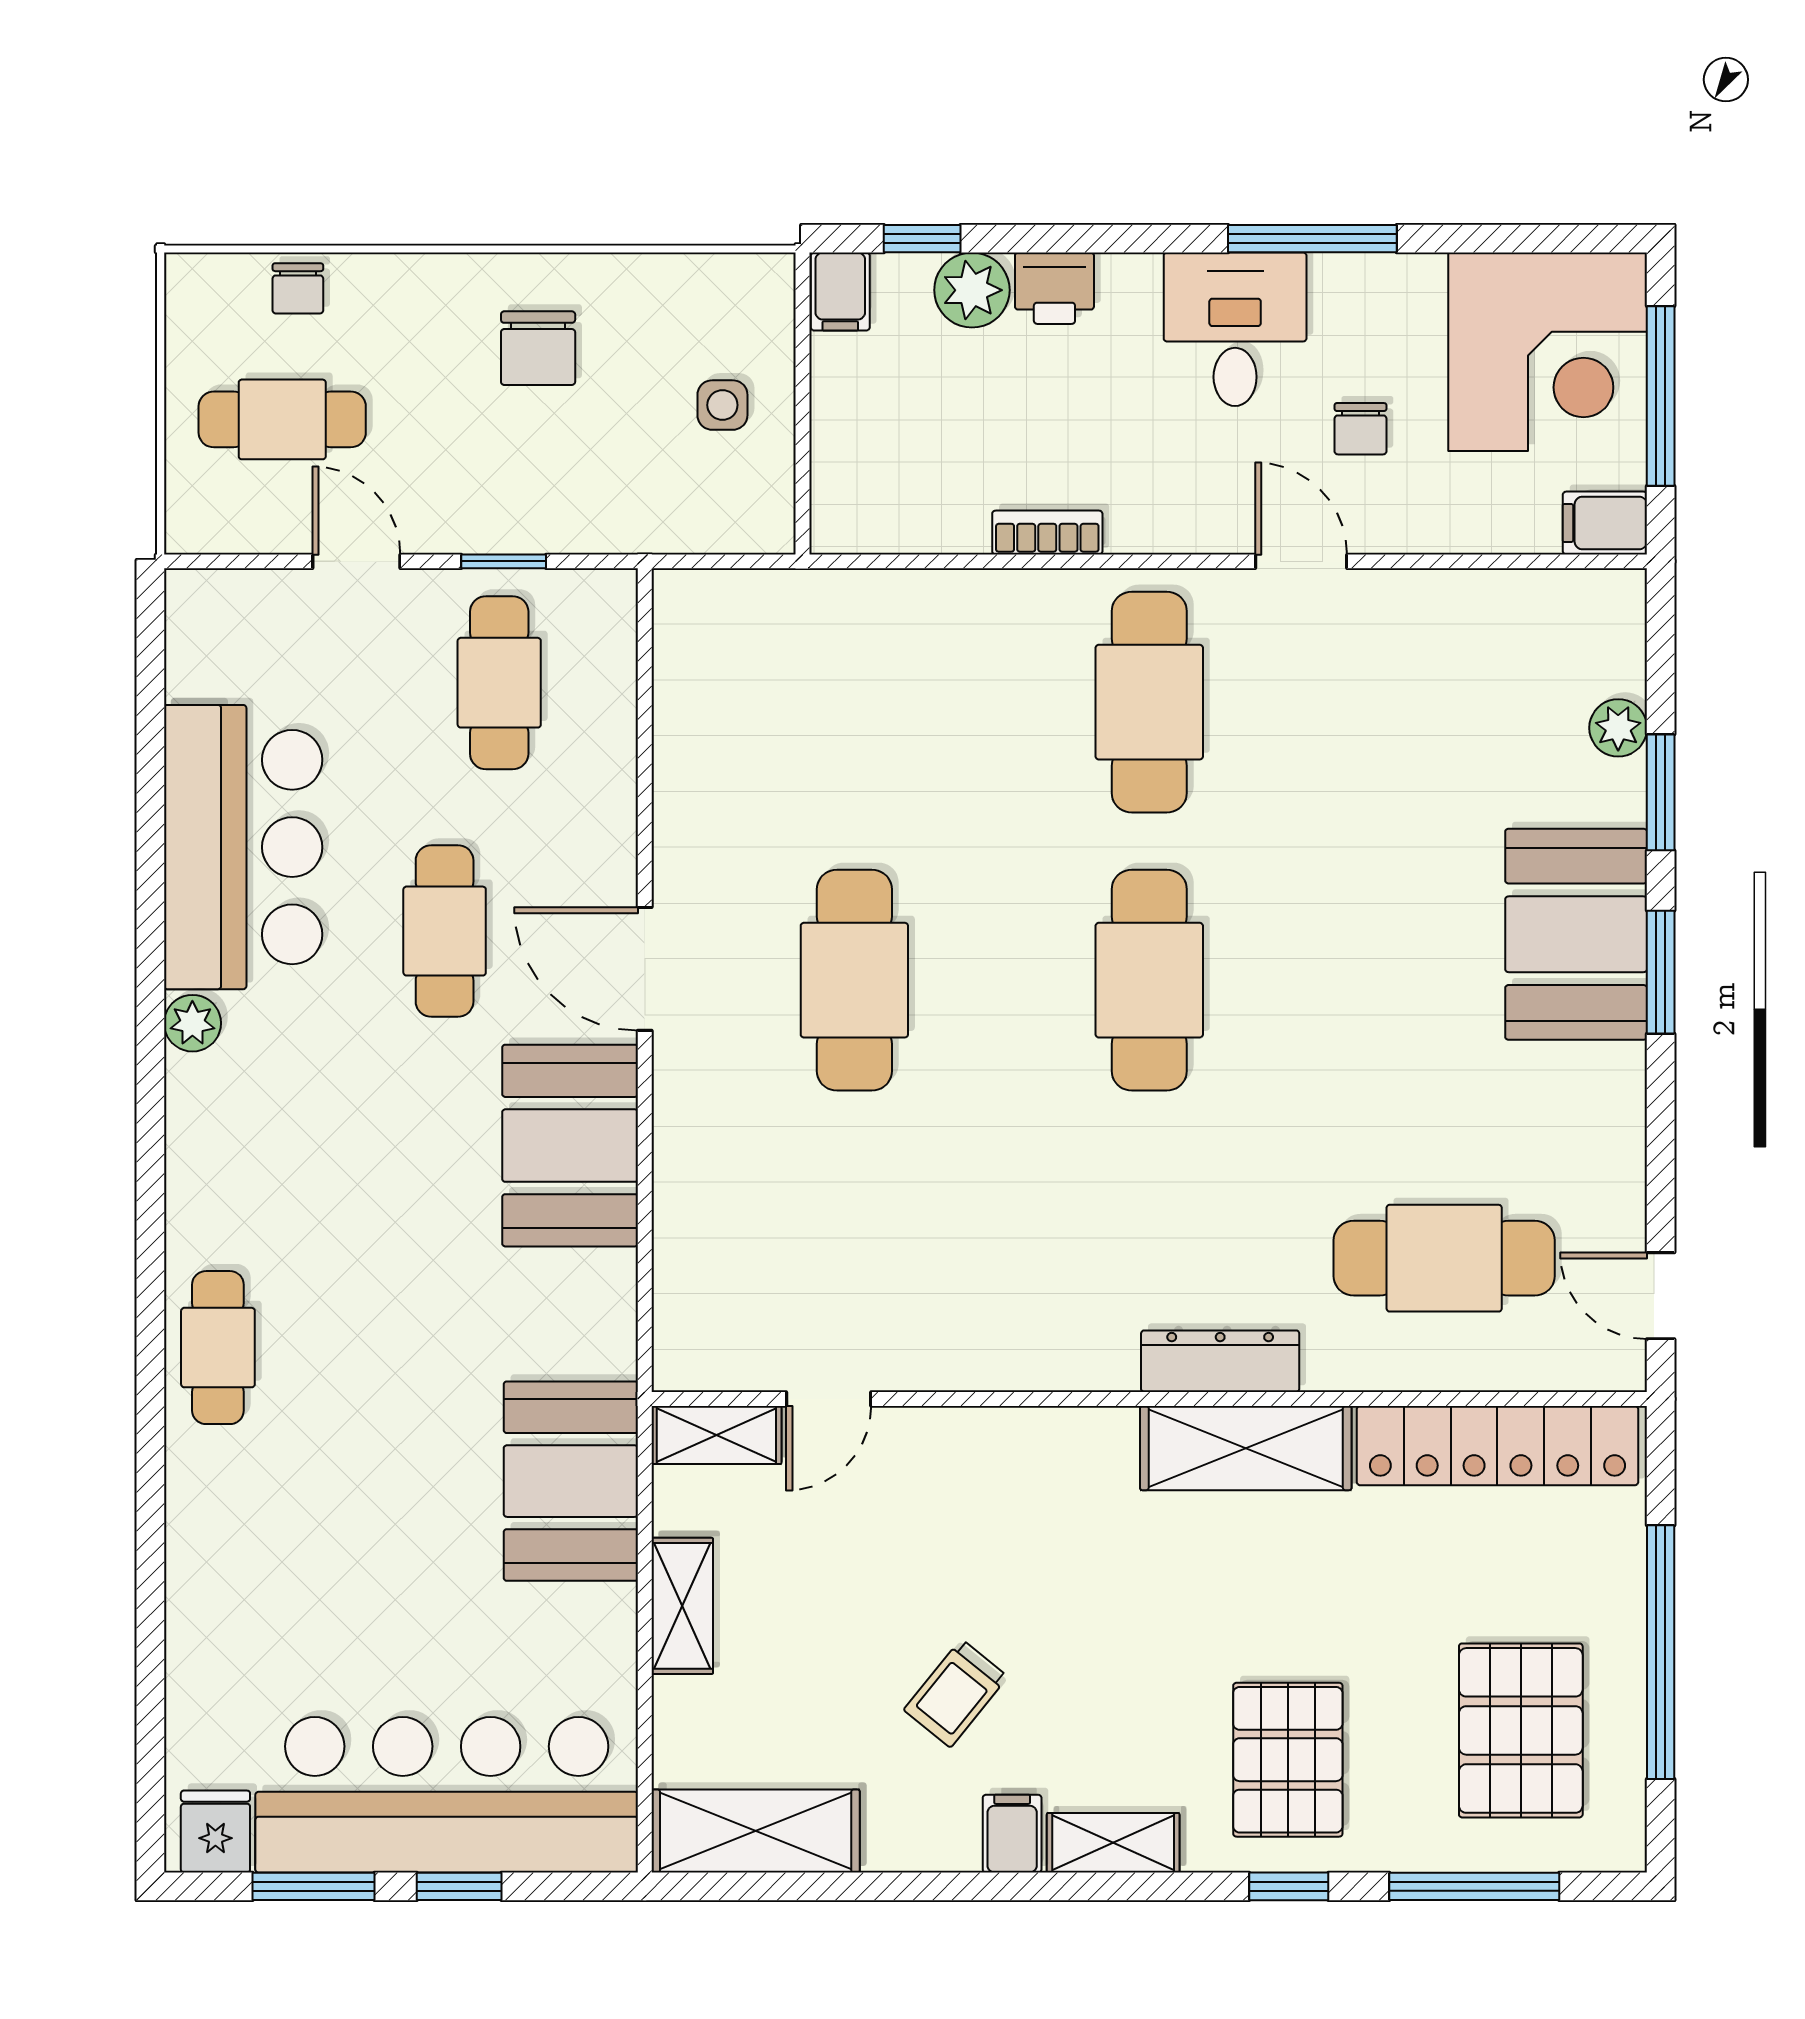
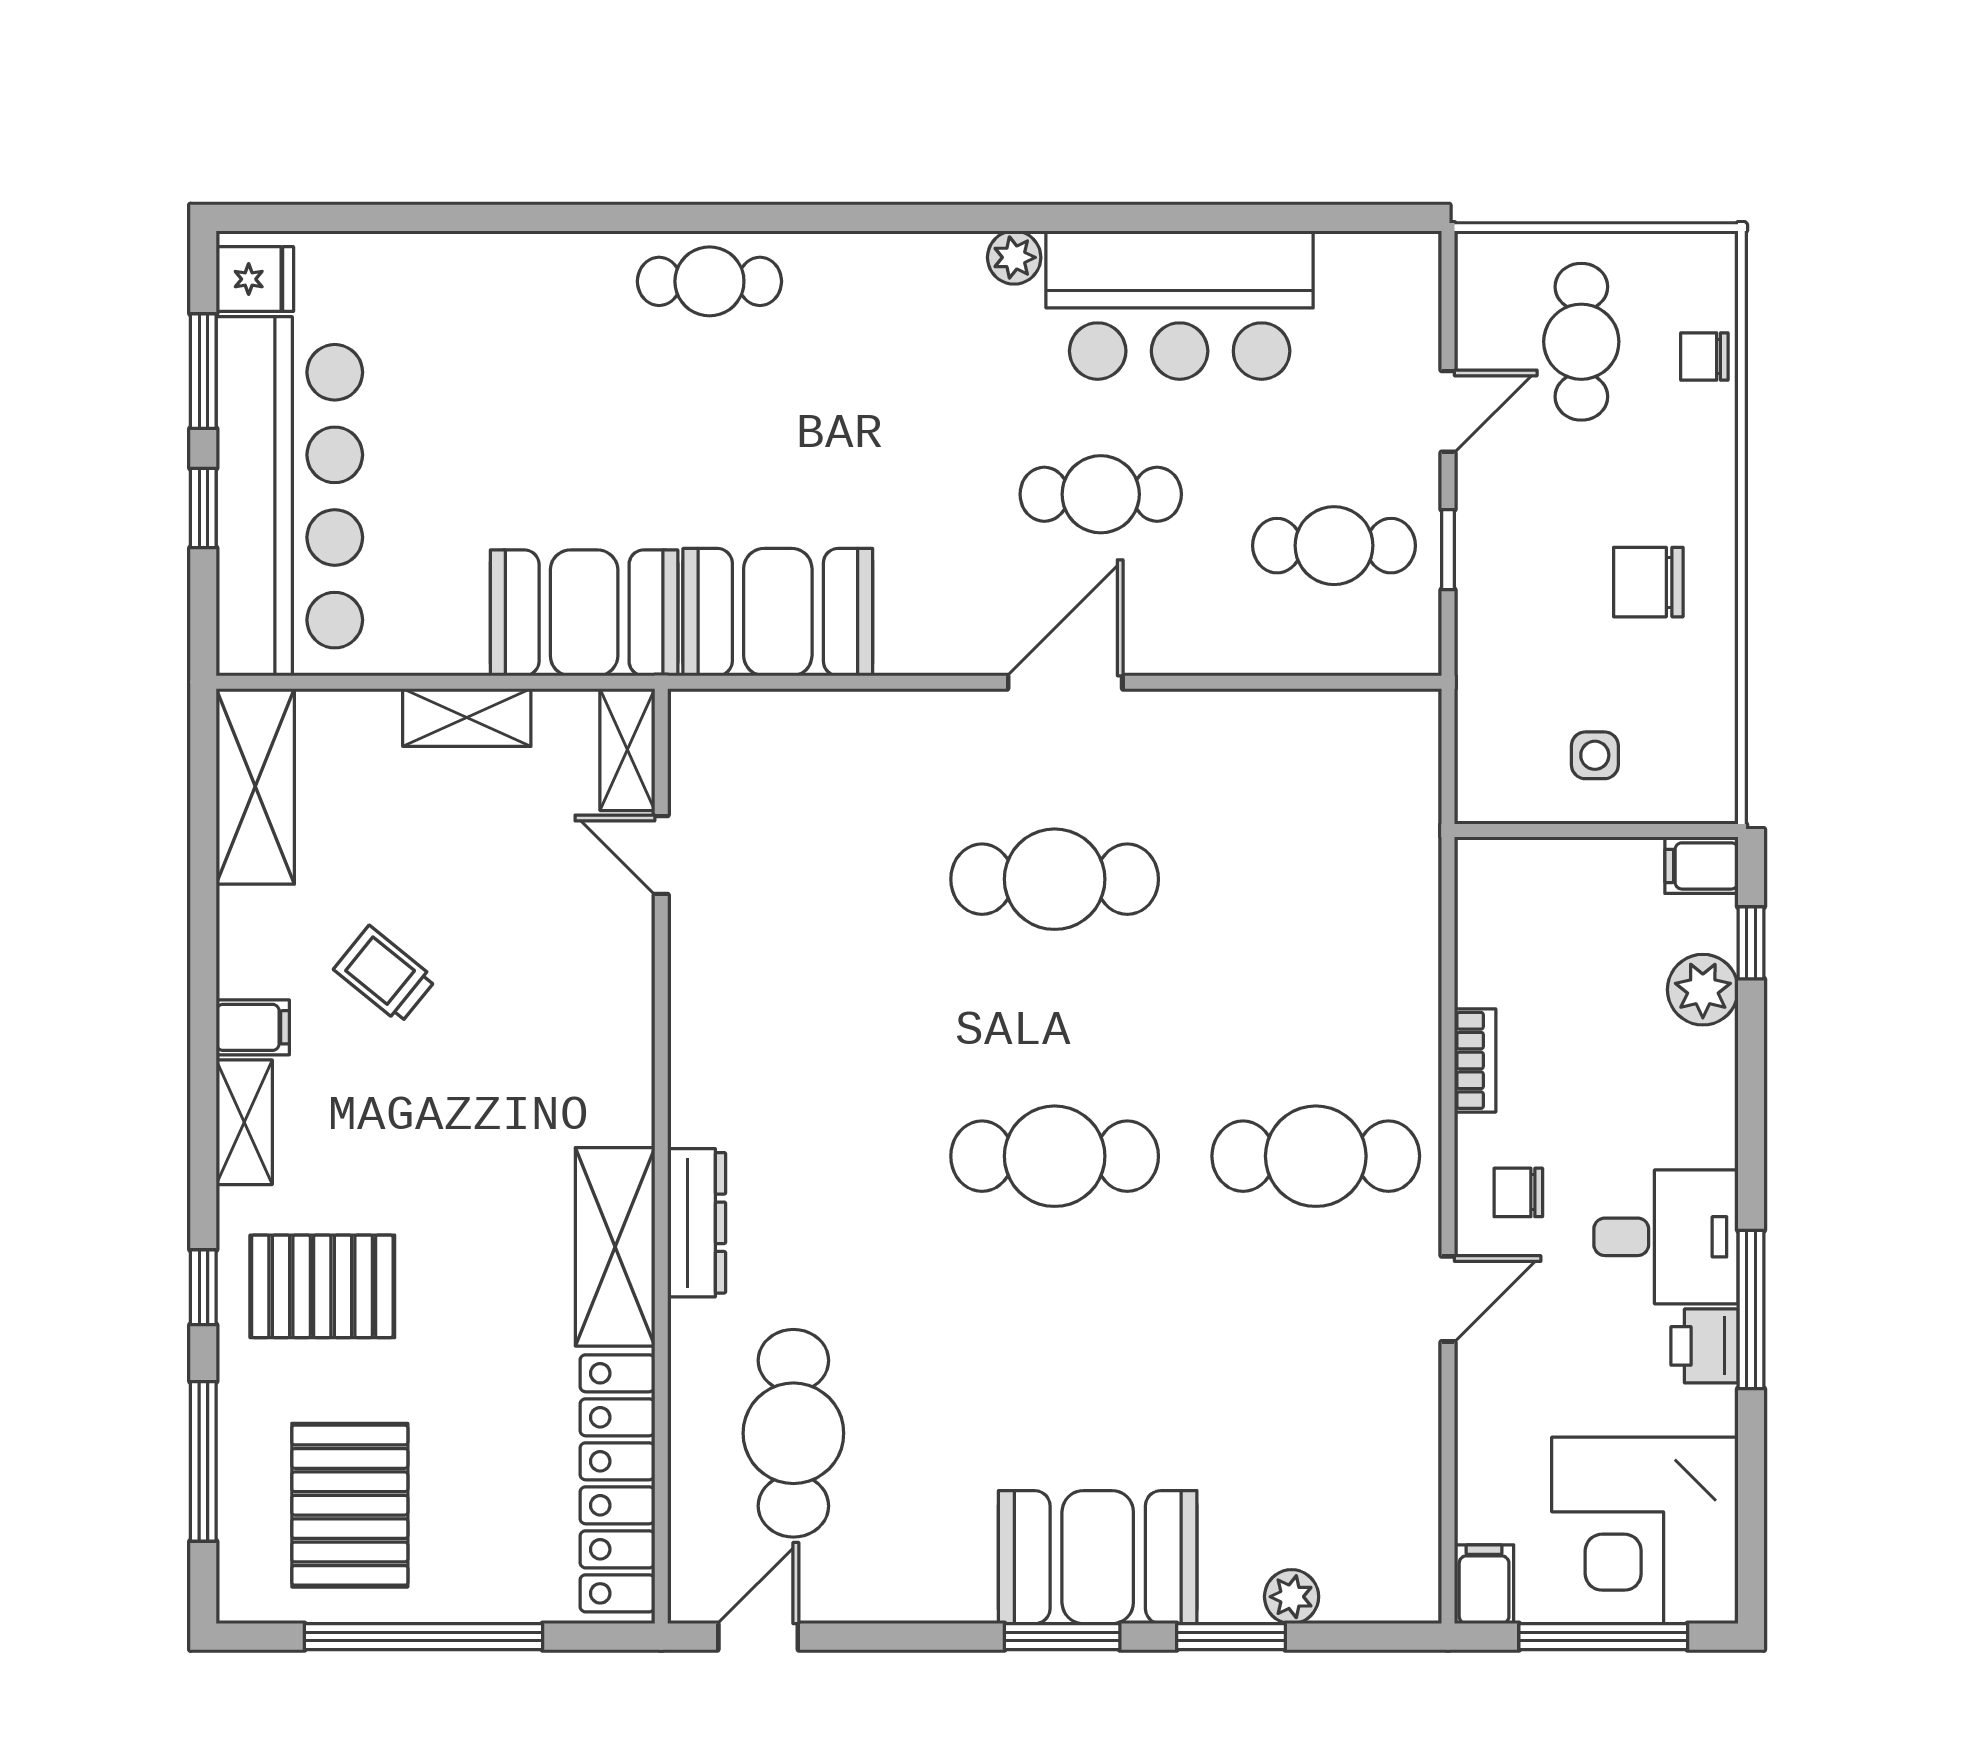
printer: (1054, 288) -> (1705, 1346), moved
chair: (1360, 429) -> (1518, 1192), moved
booth: (570, 1146) -> (778, 612), moved
pallet: (1521, 1730) -> (350, 1505), turned 90

